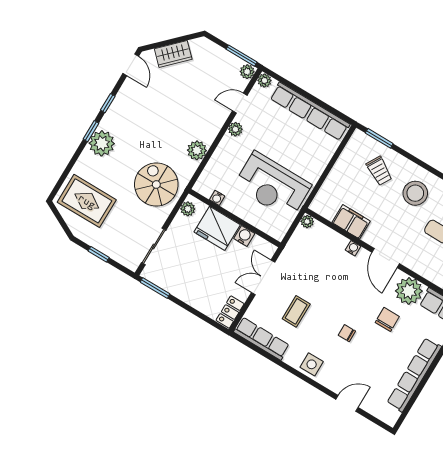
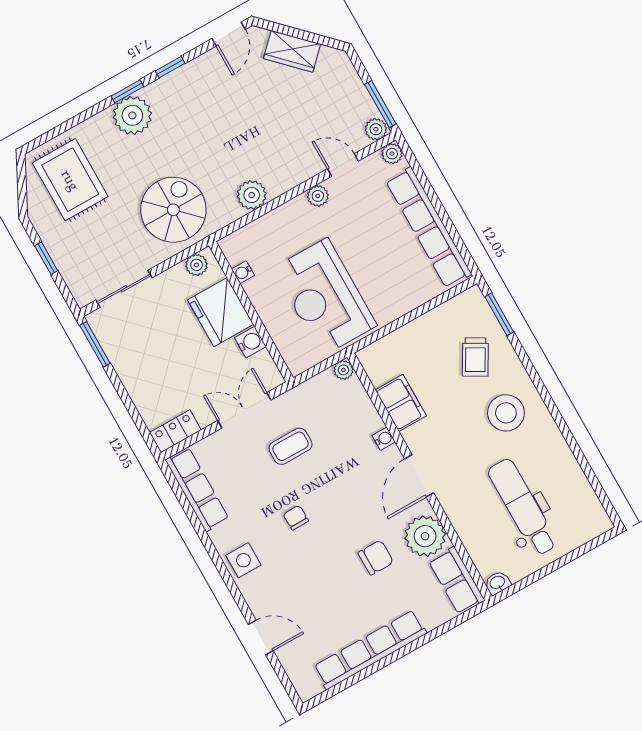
coffee table: (296, 311) -> (290, 446), moved
chair: (347, 333) -> (296, 518), moved

